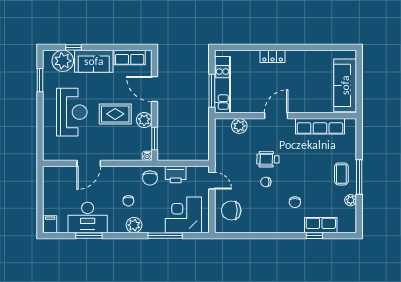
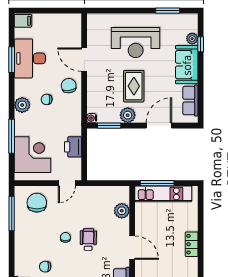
plant: (63, 61) -> (192, 39), width x0.53, depth x0.53
chair: (150, 178) -> (69, 86), moved, turned 83
window: (242, 236) -> (12, 214), added

